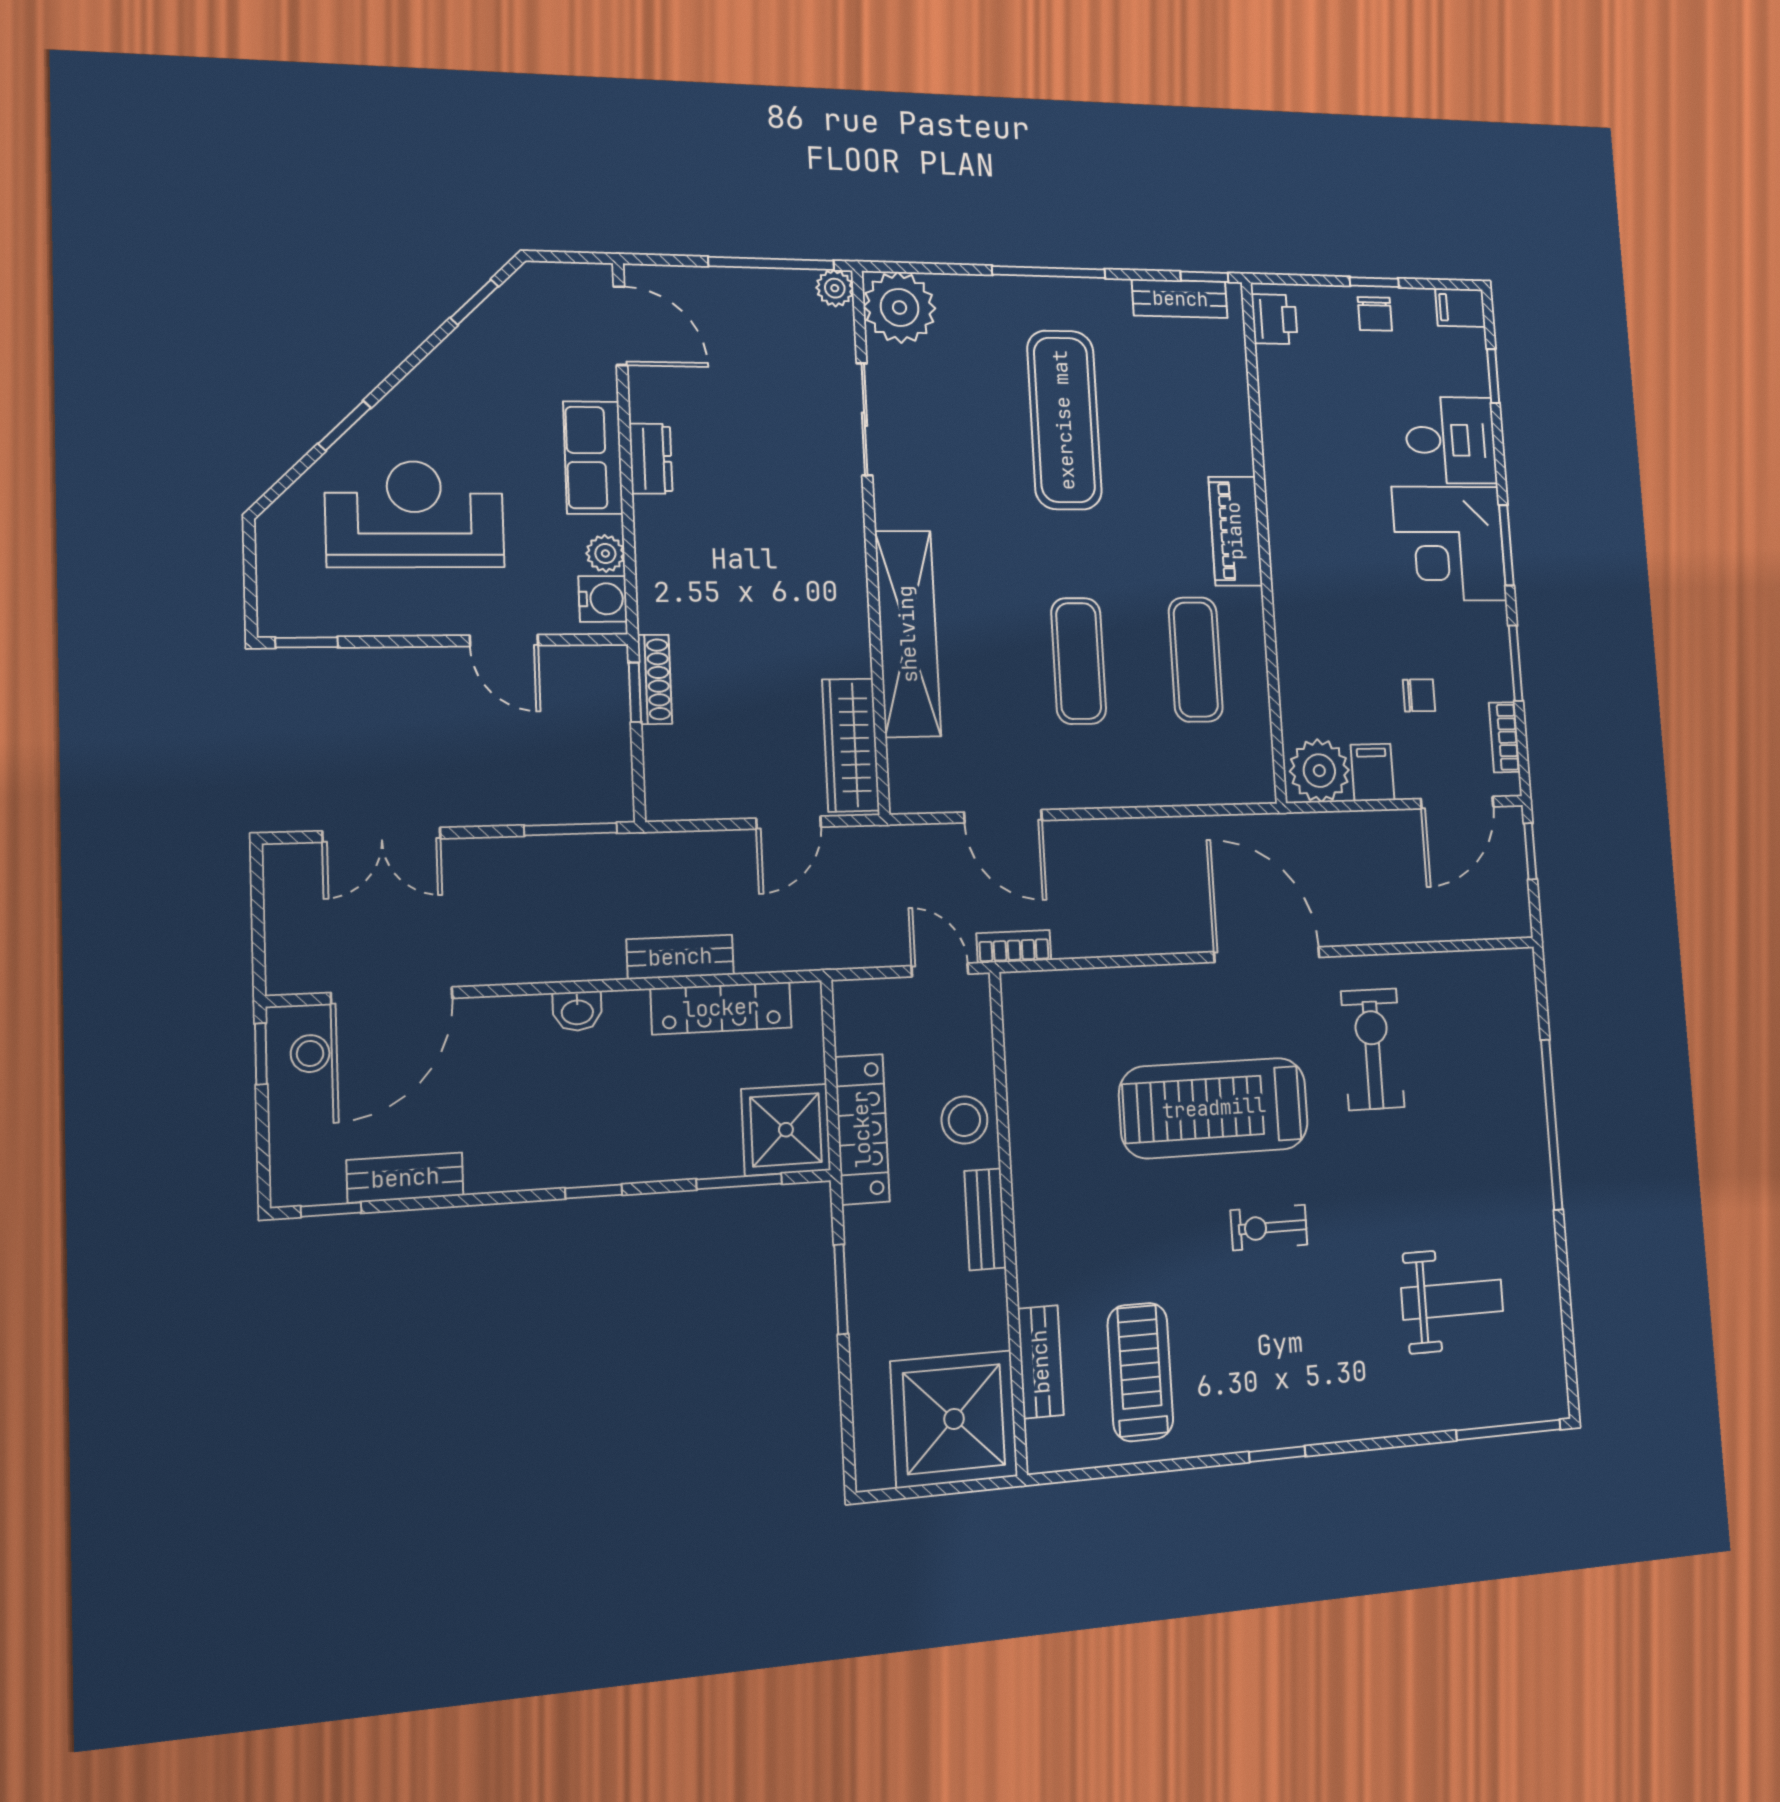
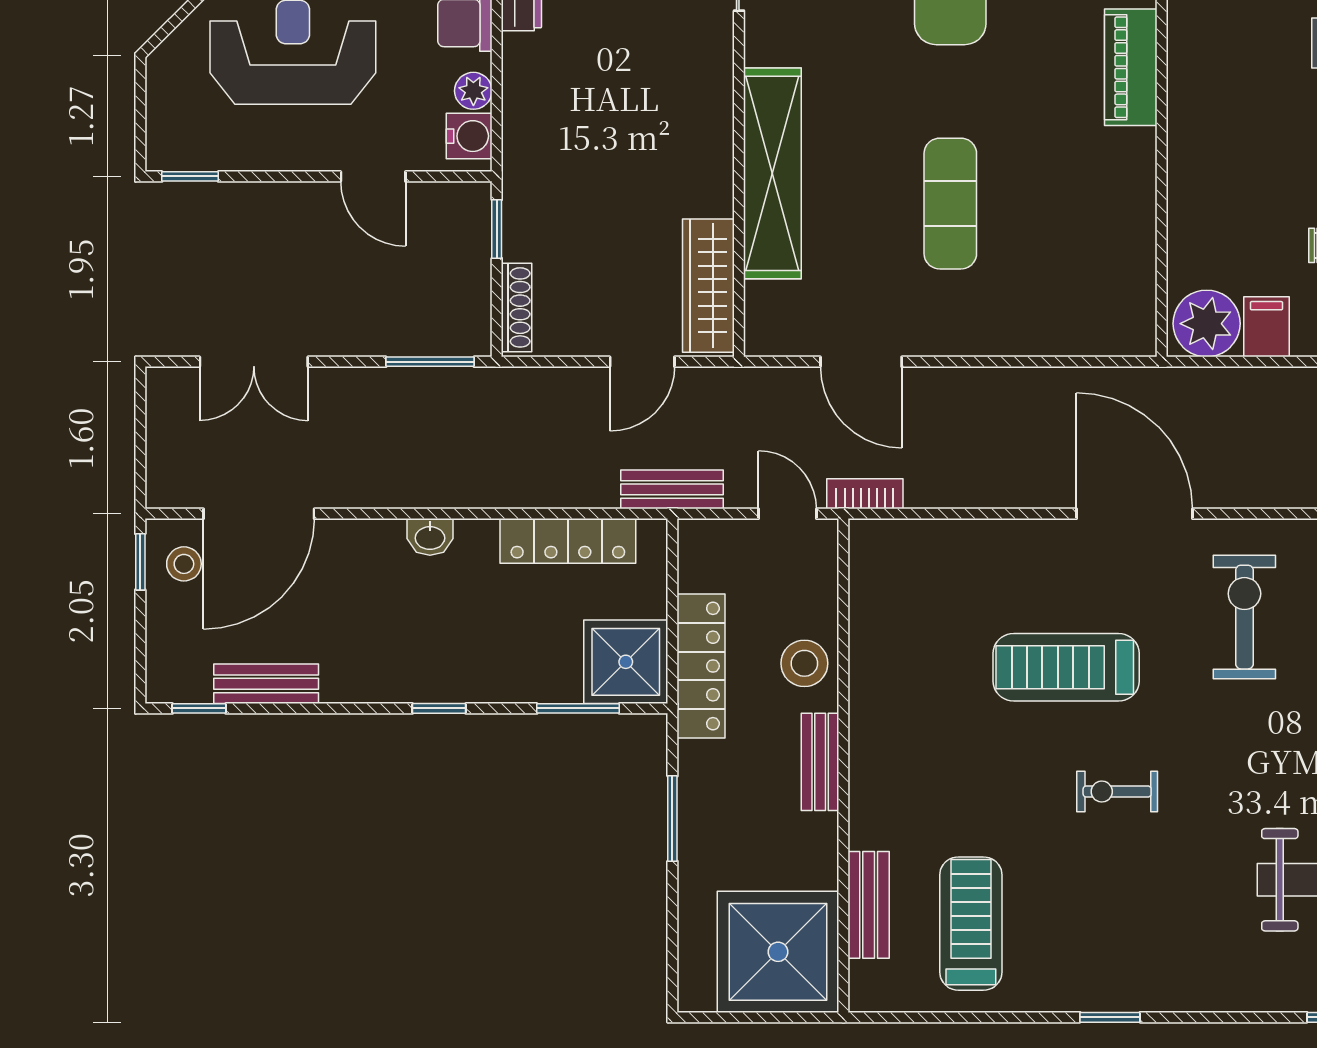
exercise mat: (1196, 659) -> (1077, 204), removed
shoe rack: (655, 679) -> (516, 307), moved
bench: (680, 957) -> (672, 489), moved
treadmill: (1214, 1108) -> (1066, 667), width x0.73, depth x0.73

